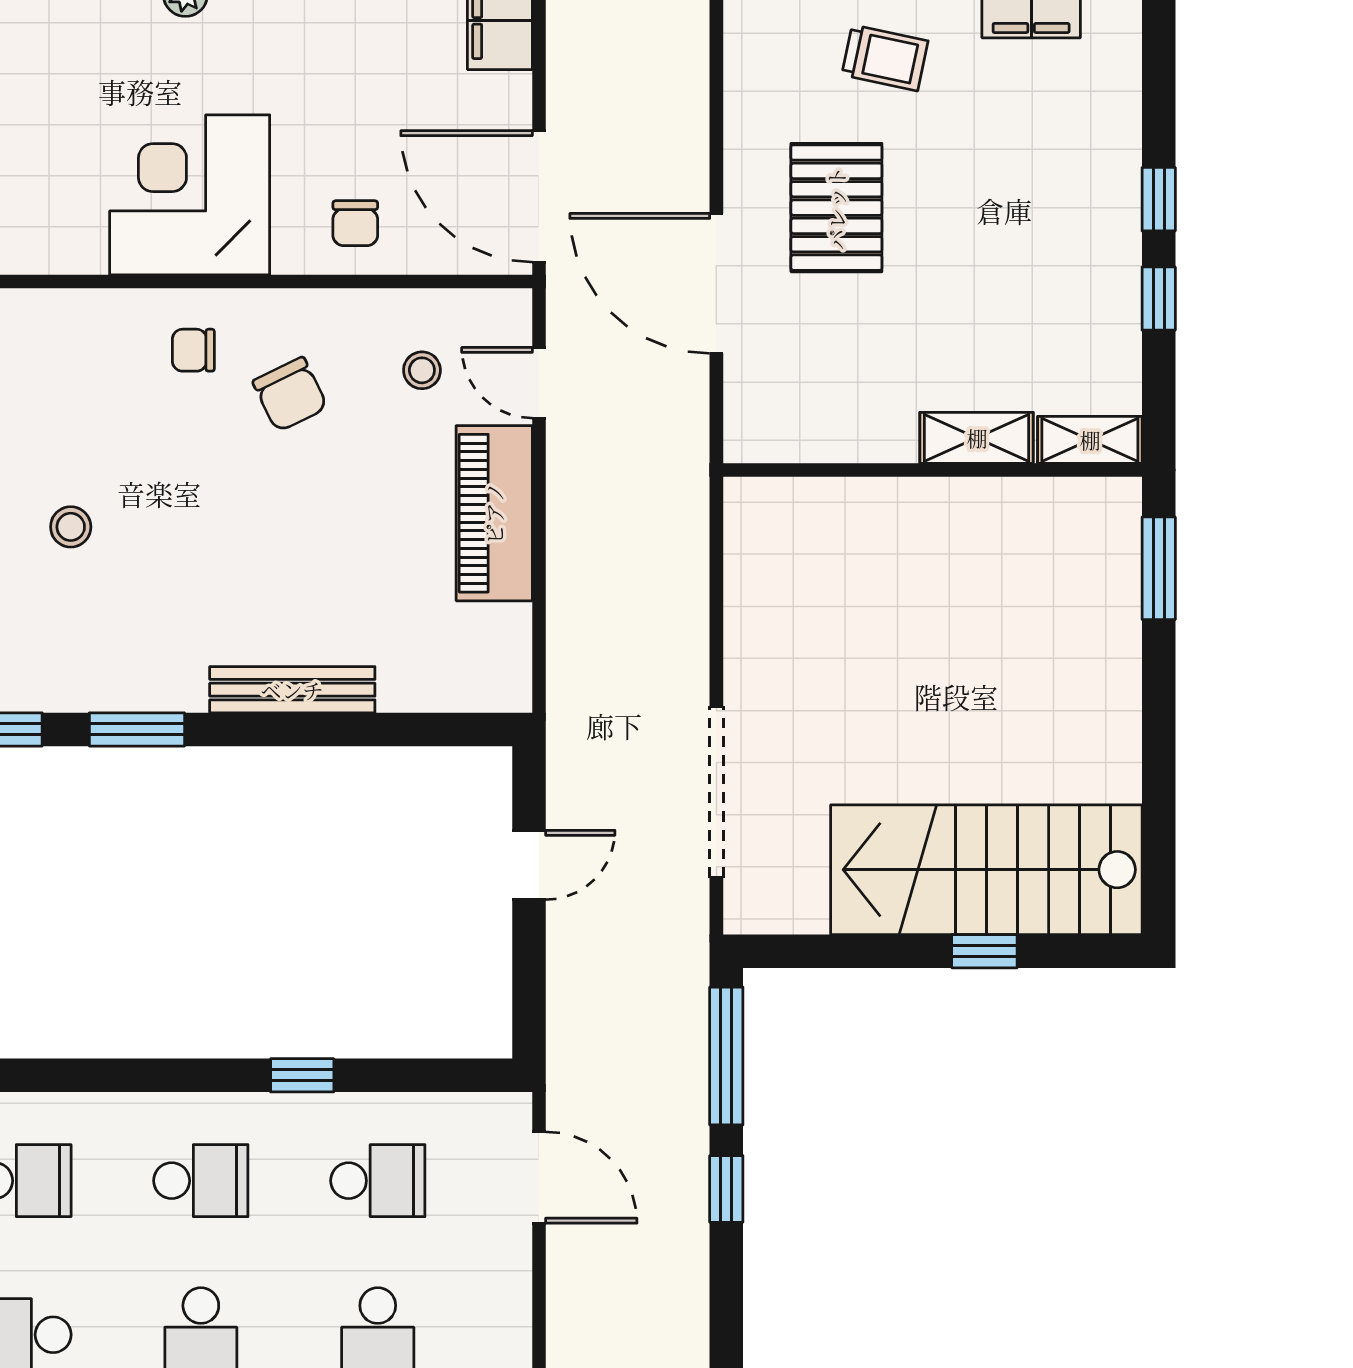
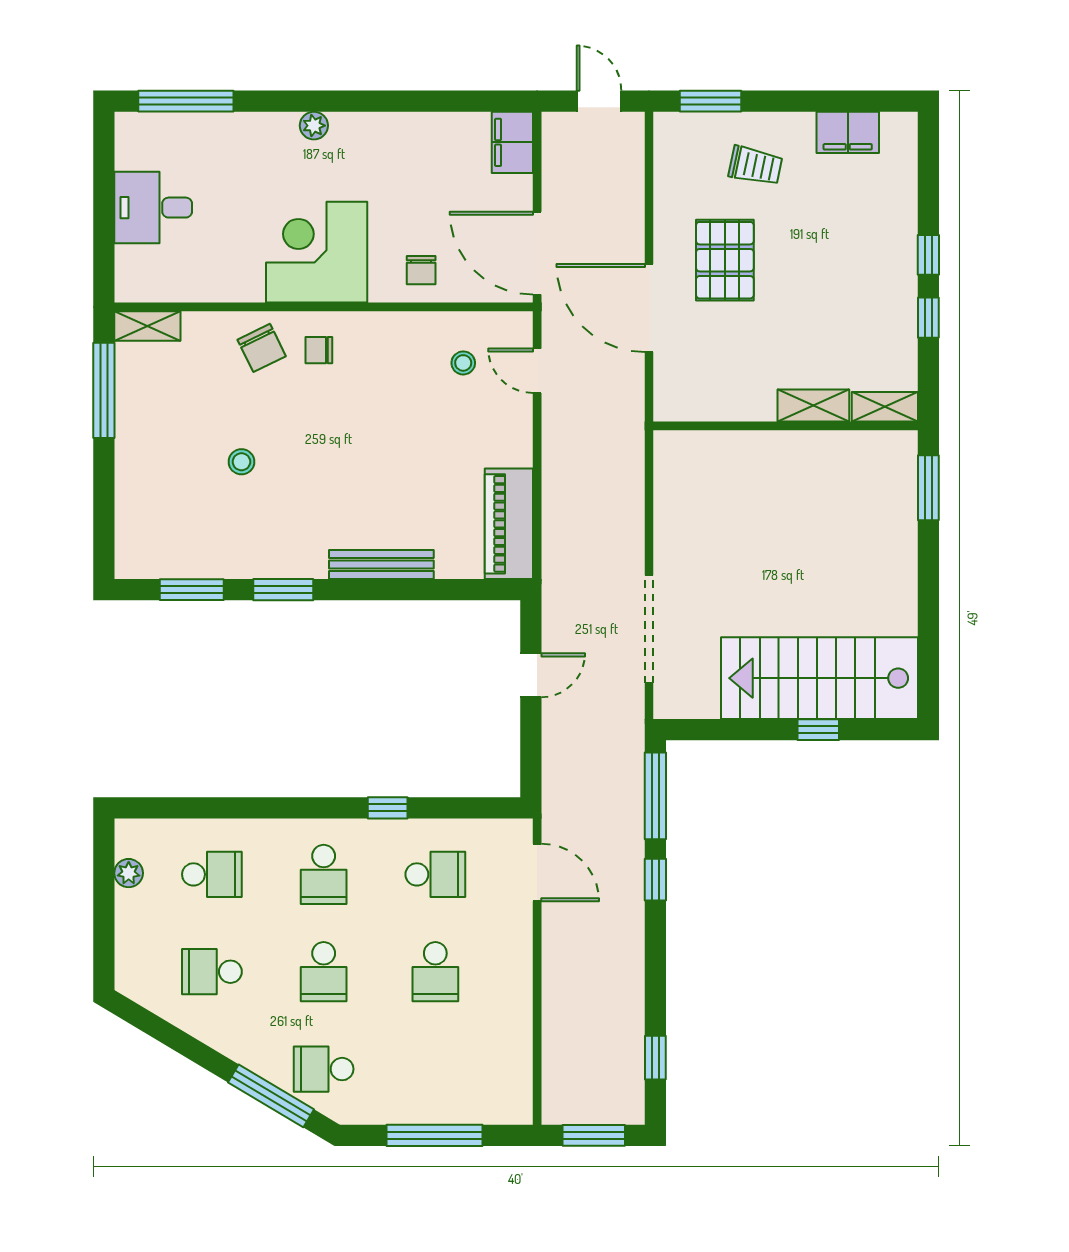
chair: (290, 394) -> (262, 348), moved
piano: (494, 513) -> (509, 524), moved
school desk: (201, 1181) -> (324, 874), turned 90

